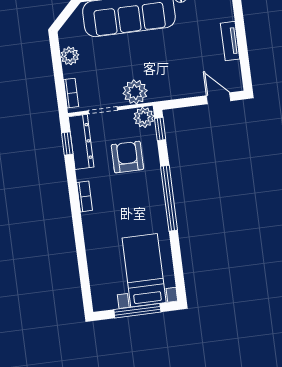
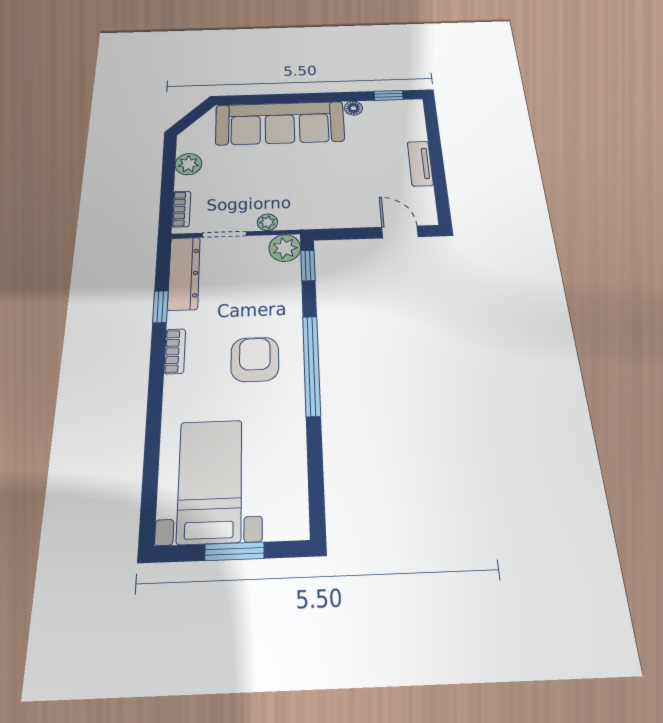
plant: (135, 92) -> (267, 222), width x0.53, depth x0.53
window: (67, 143) -> (160, 307), moved
armchair: (127, 157) -> (255, 359), moved
bed with nightstands: (144, 270) -> (210, 481), moved
window: (137, 311) -> (234, 551), width x0.69

